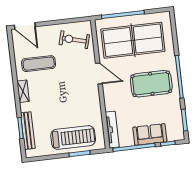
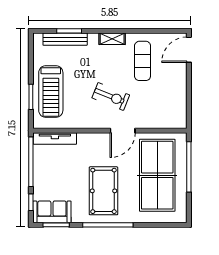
exercise bike: (74, 40) -> (111, 96), moved, turned 97
sofa: (150, 134) -> (52, 212), moved, turned -90

